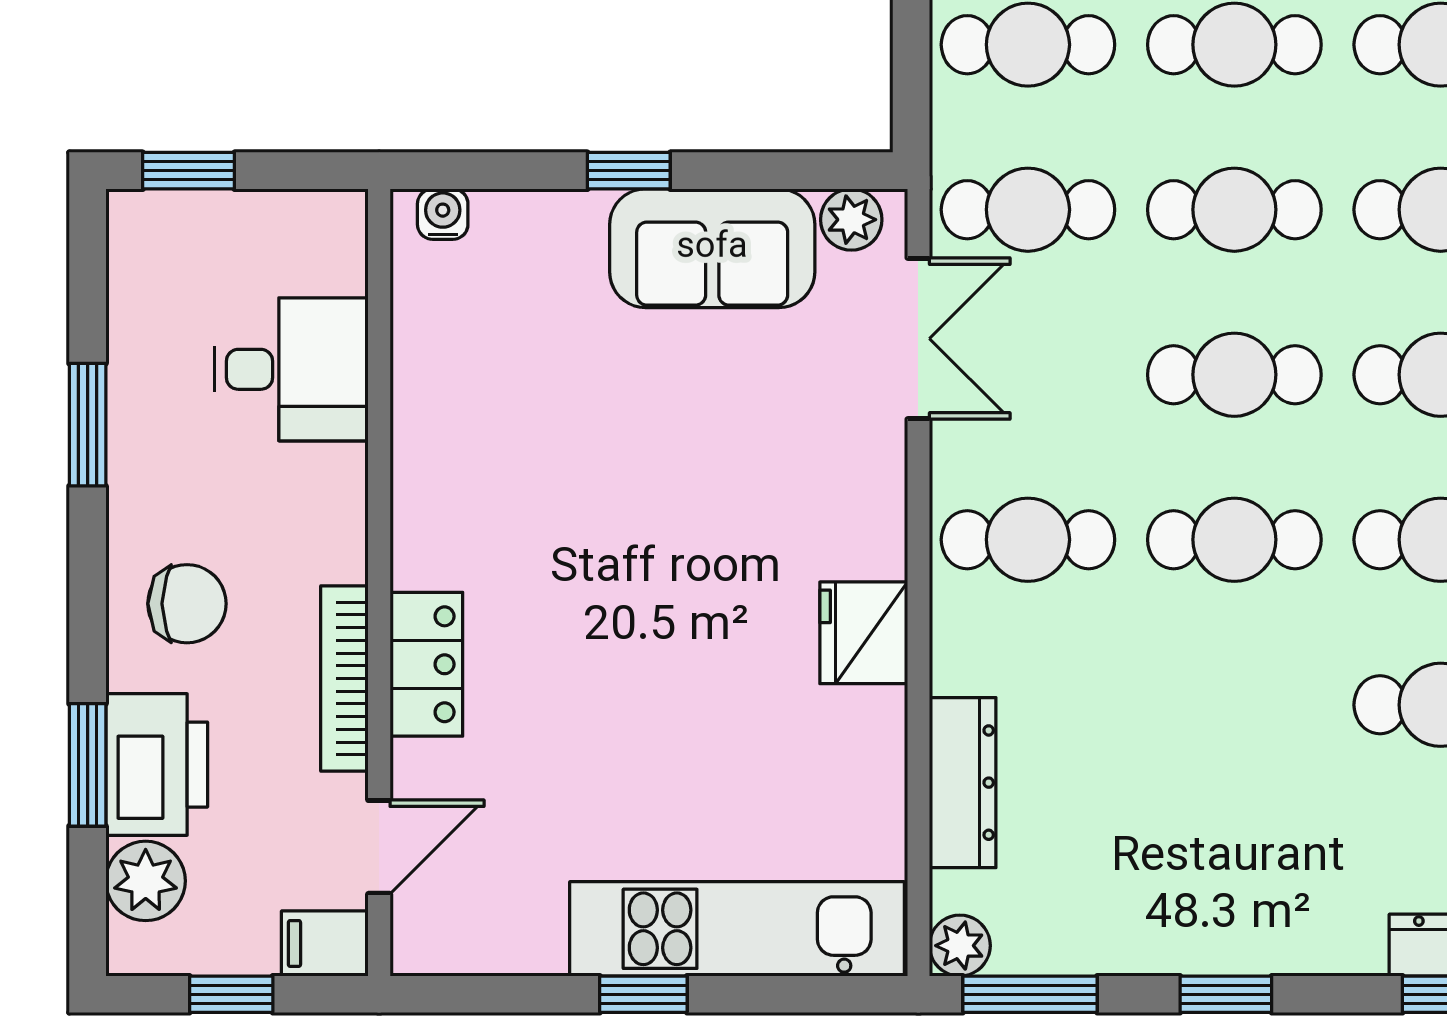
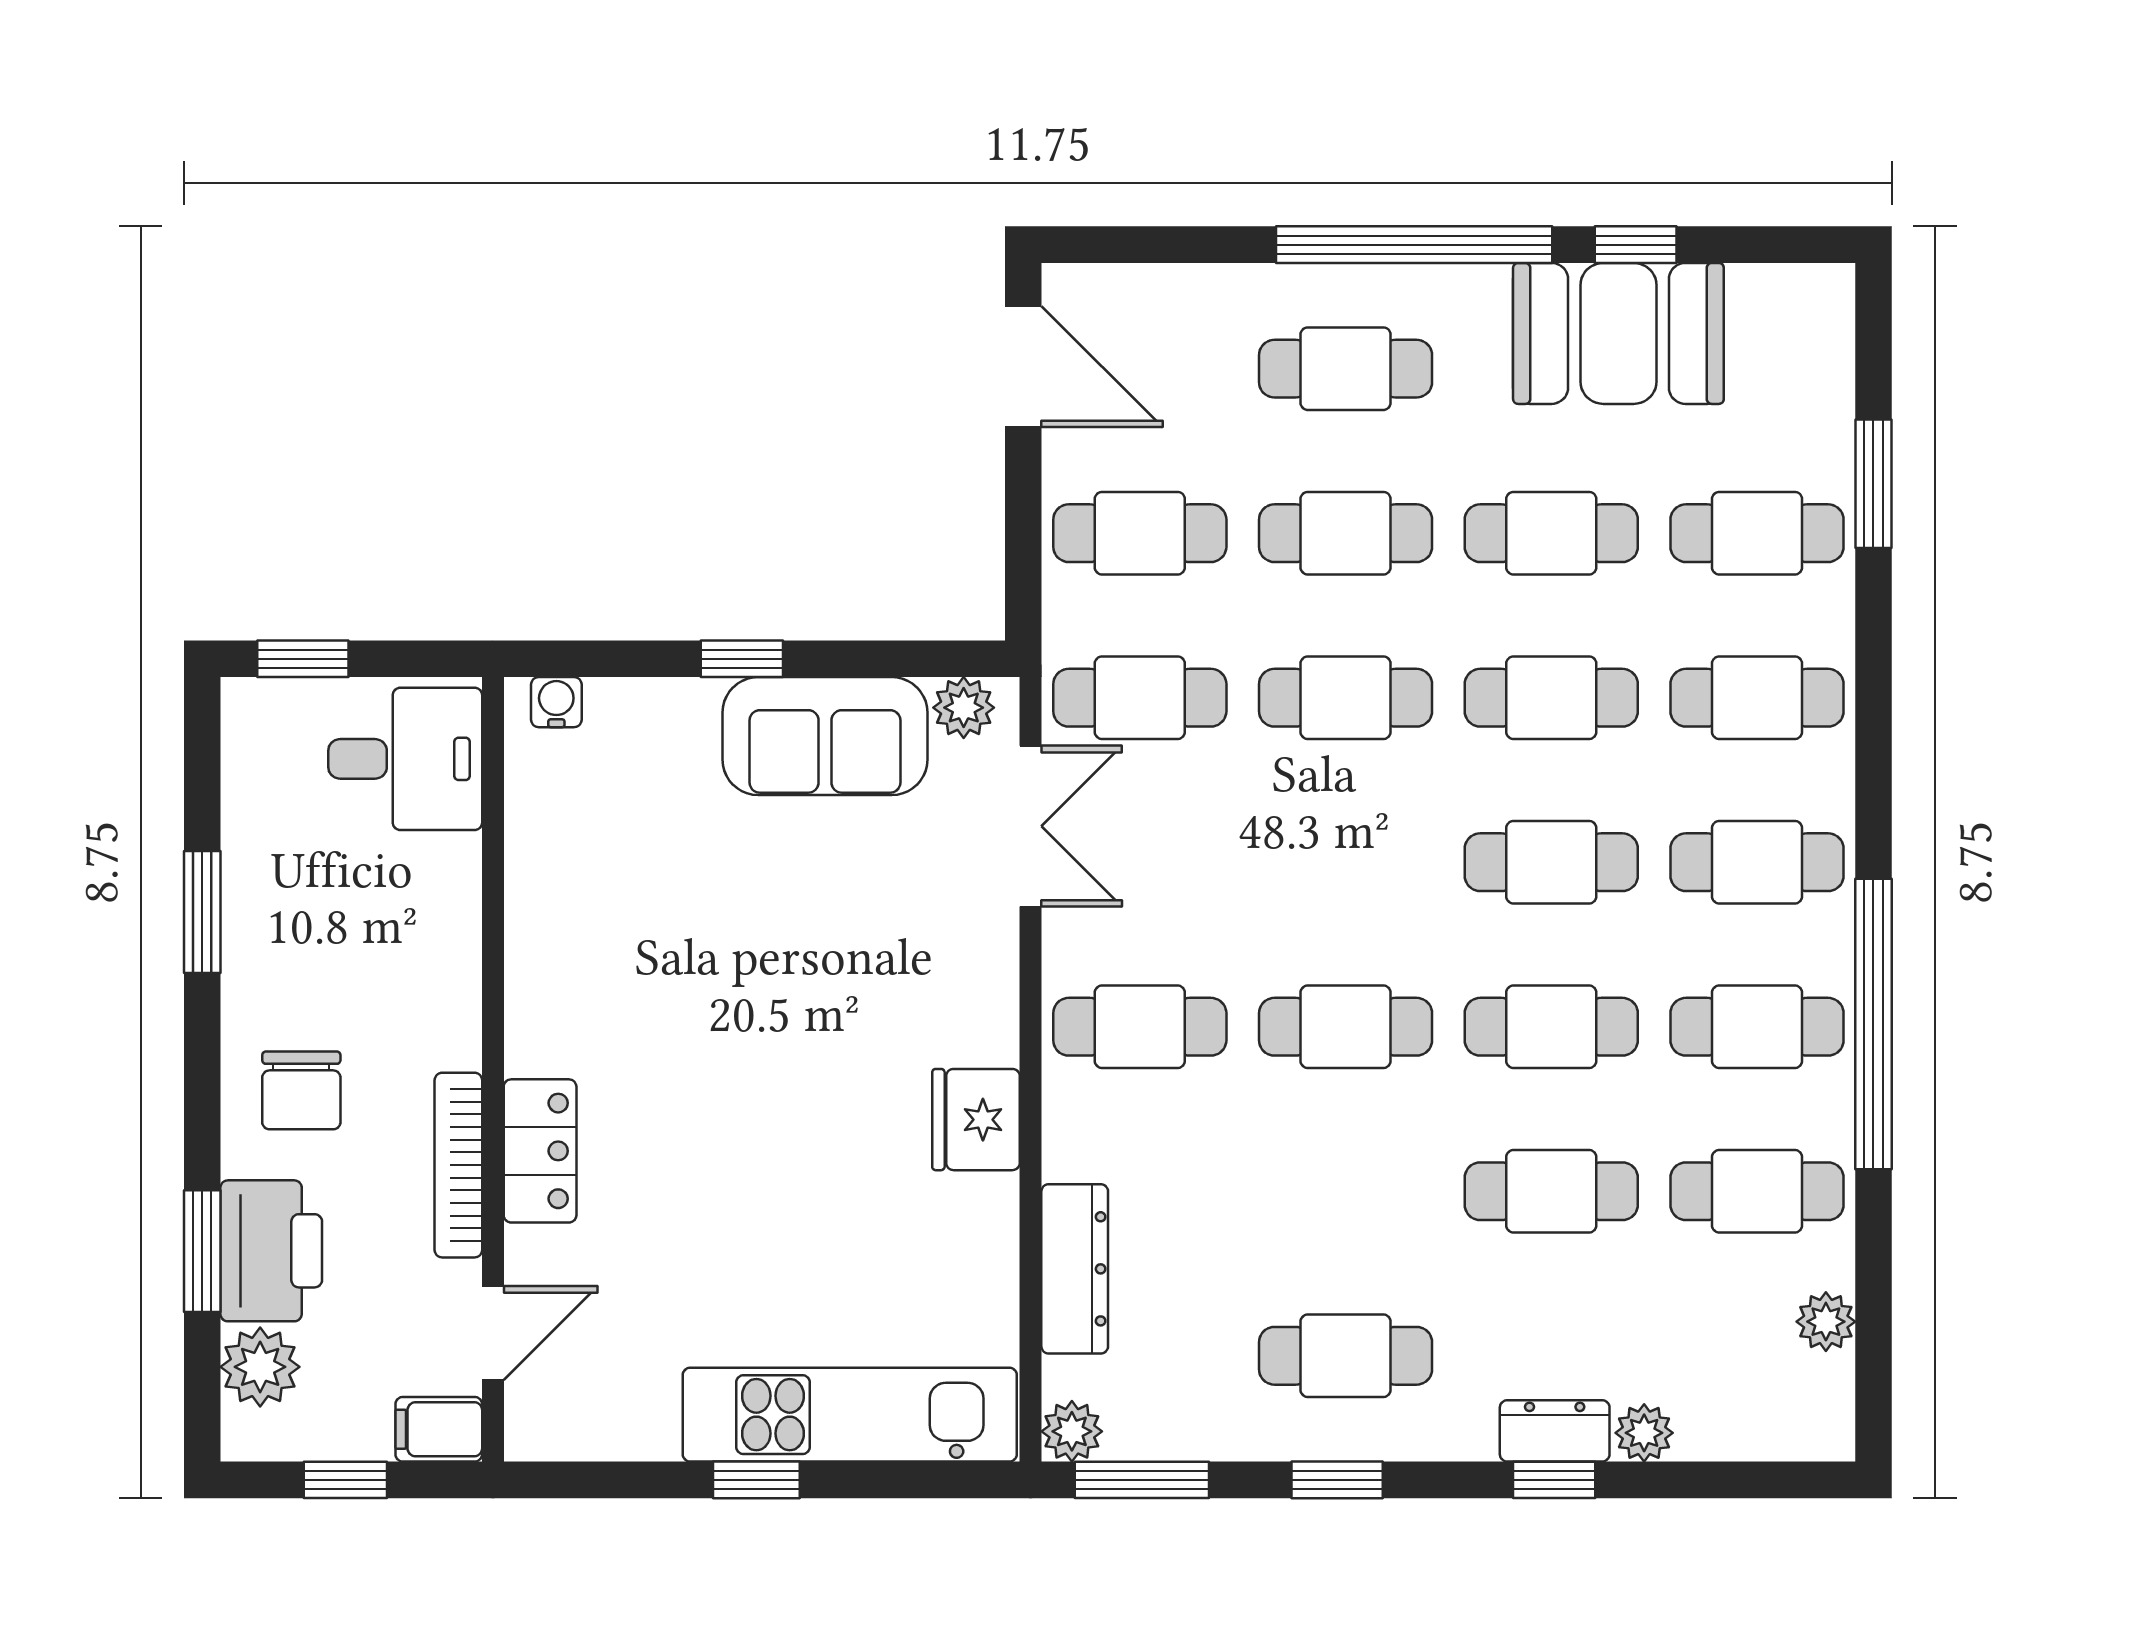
desk: (291, 369) -> (405, 759), moved
cafe table: (1234, 375) -> (1346, 1356), moved
chair: (187, 604) -> (301, 1090), turned 90

